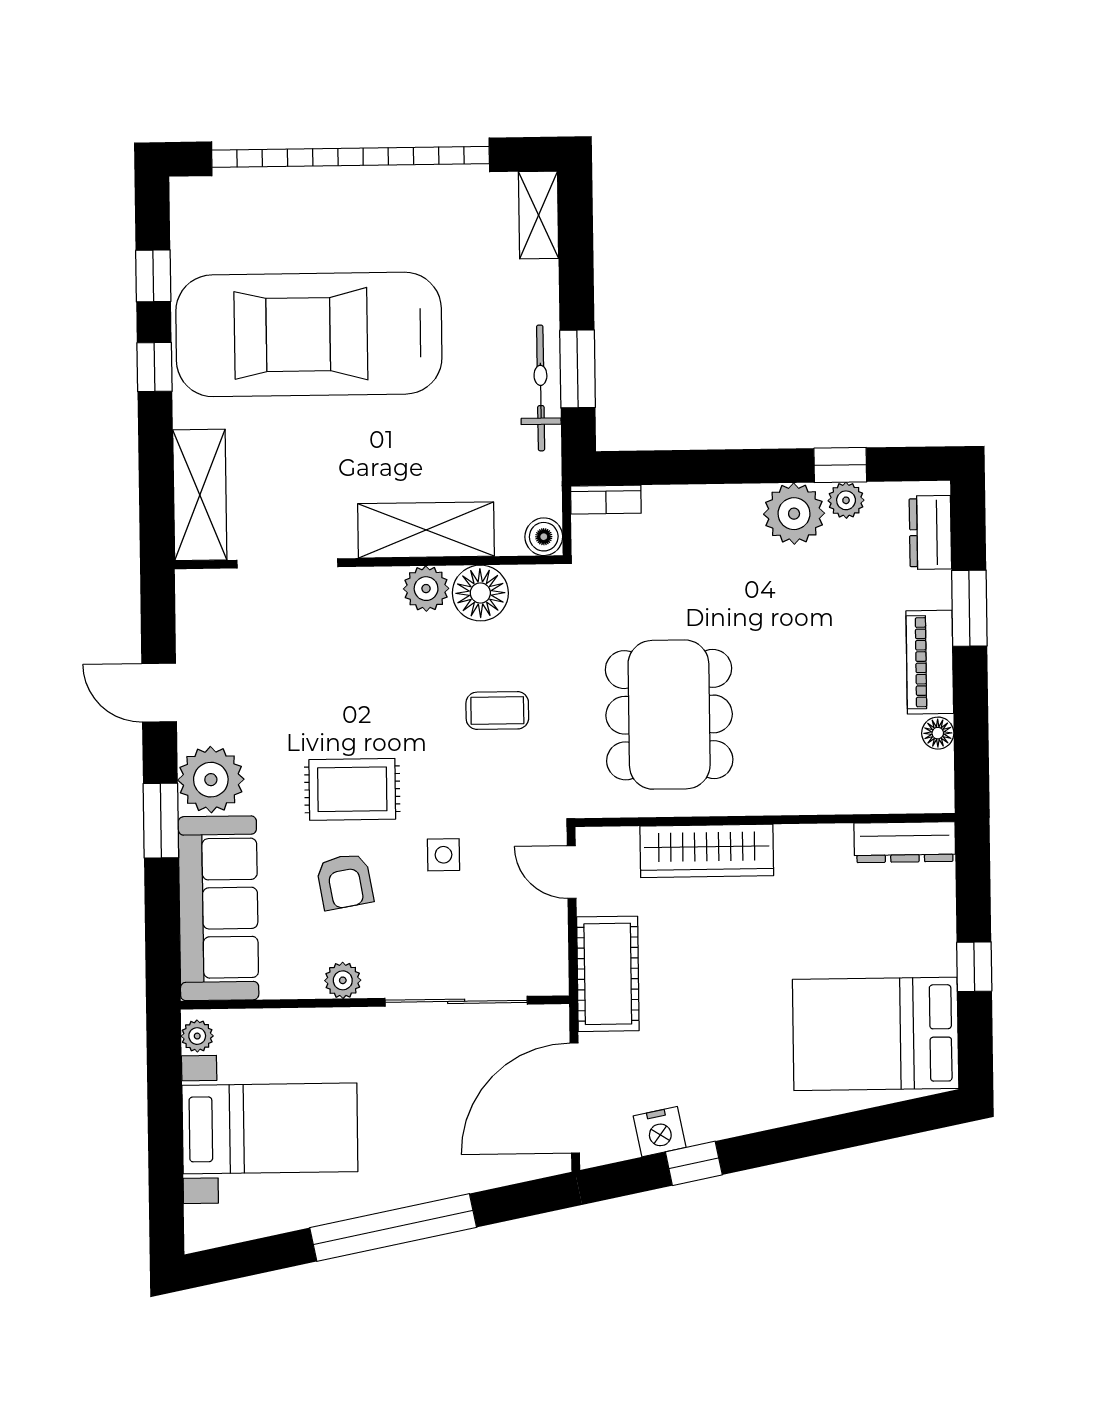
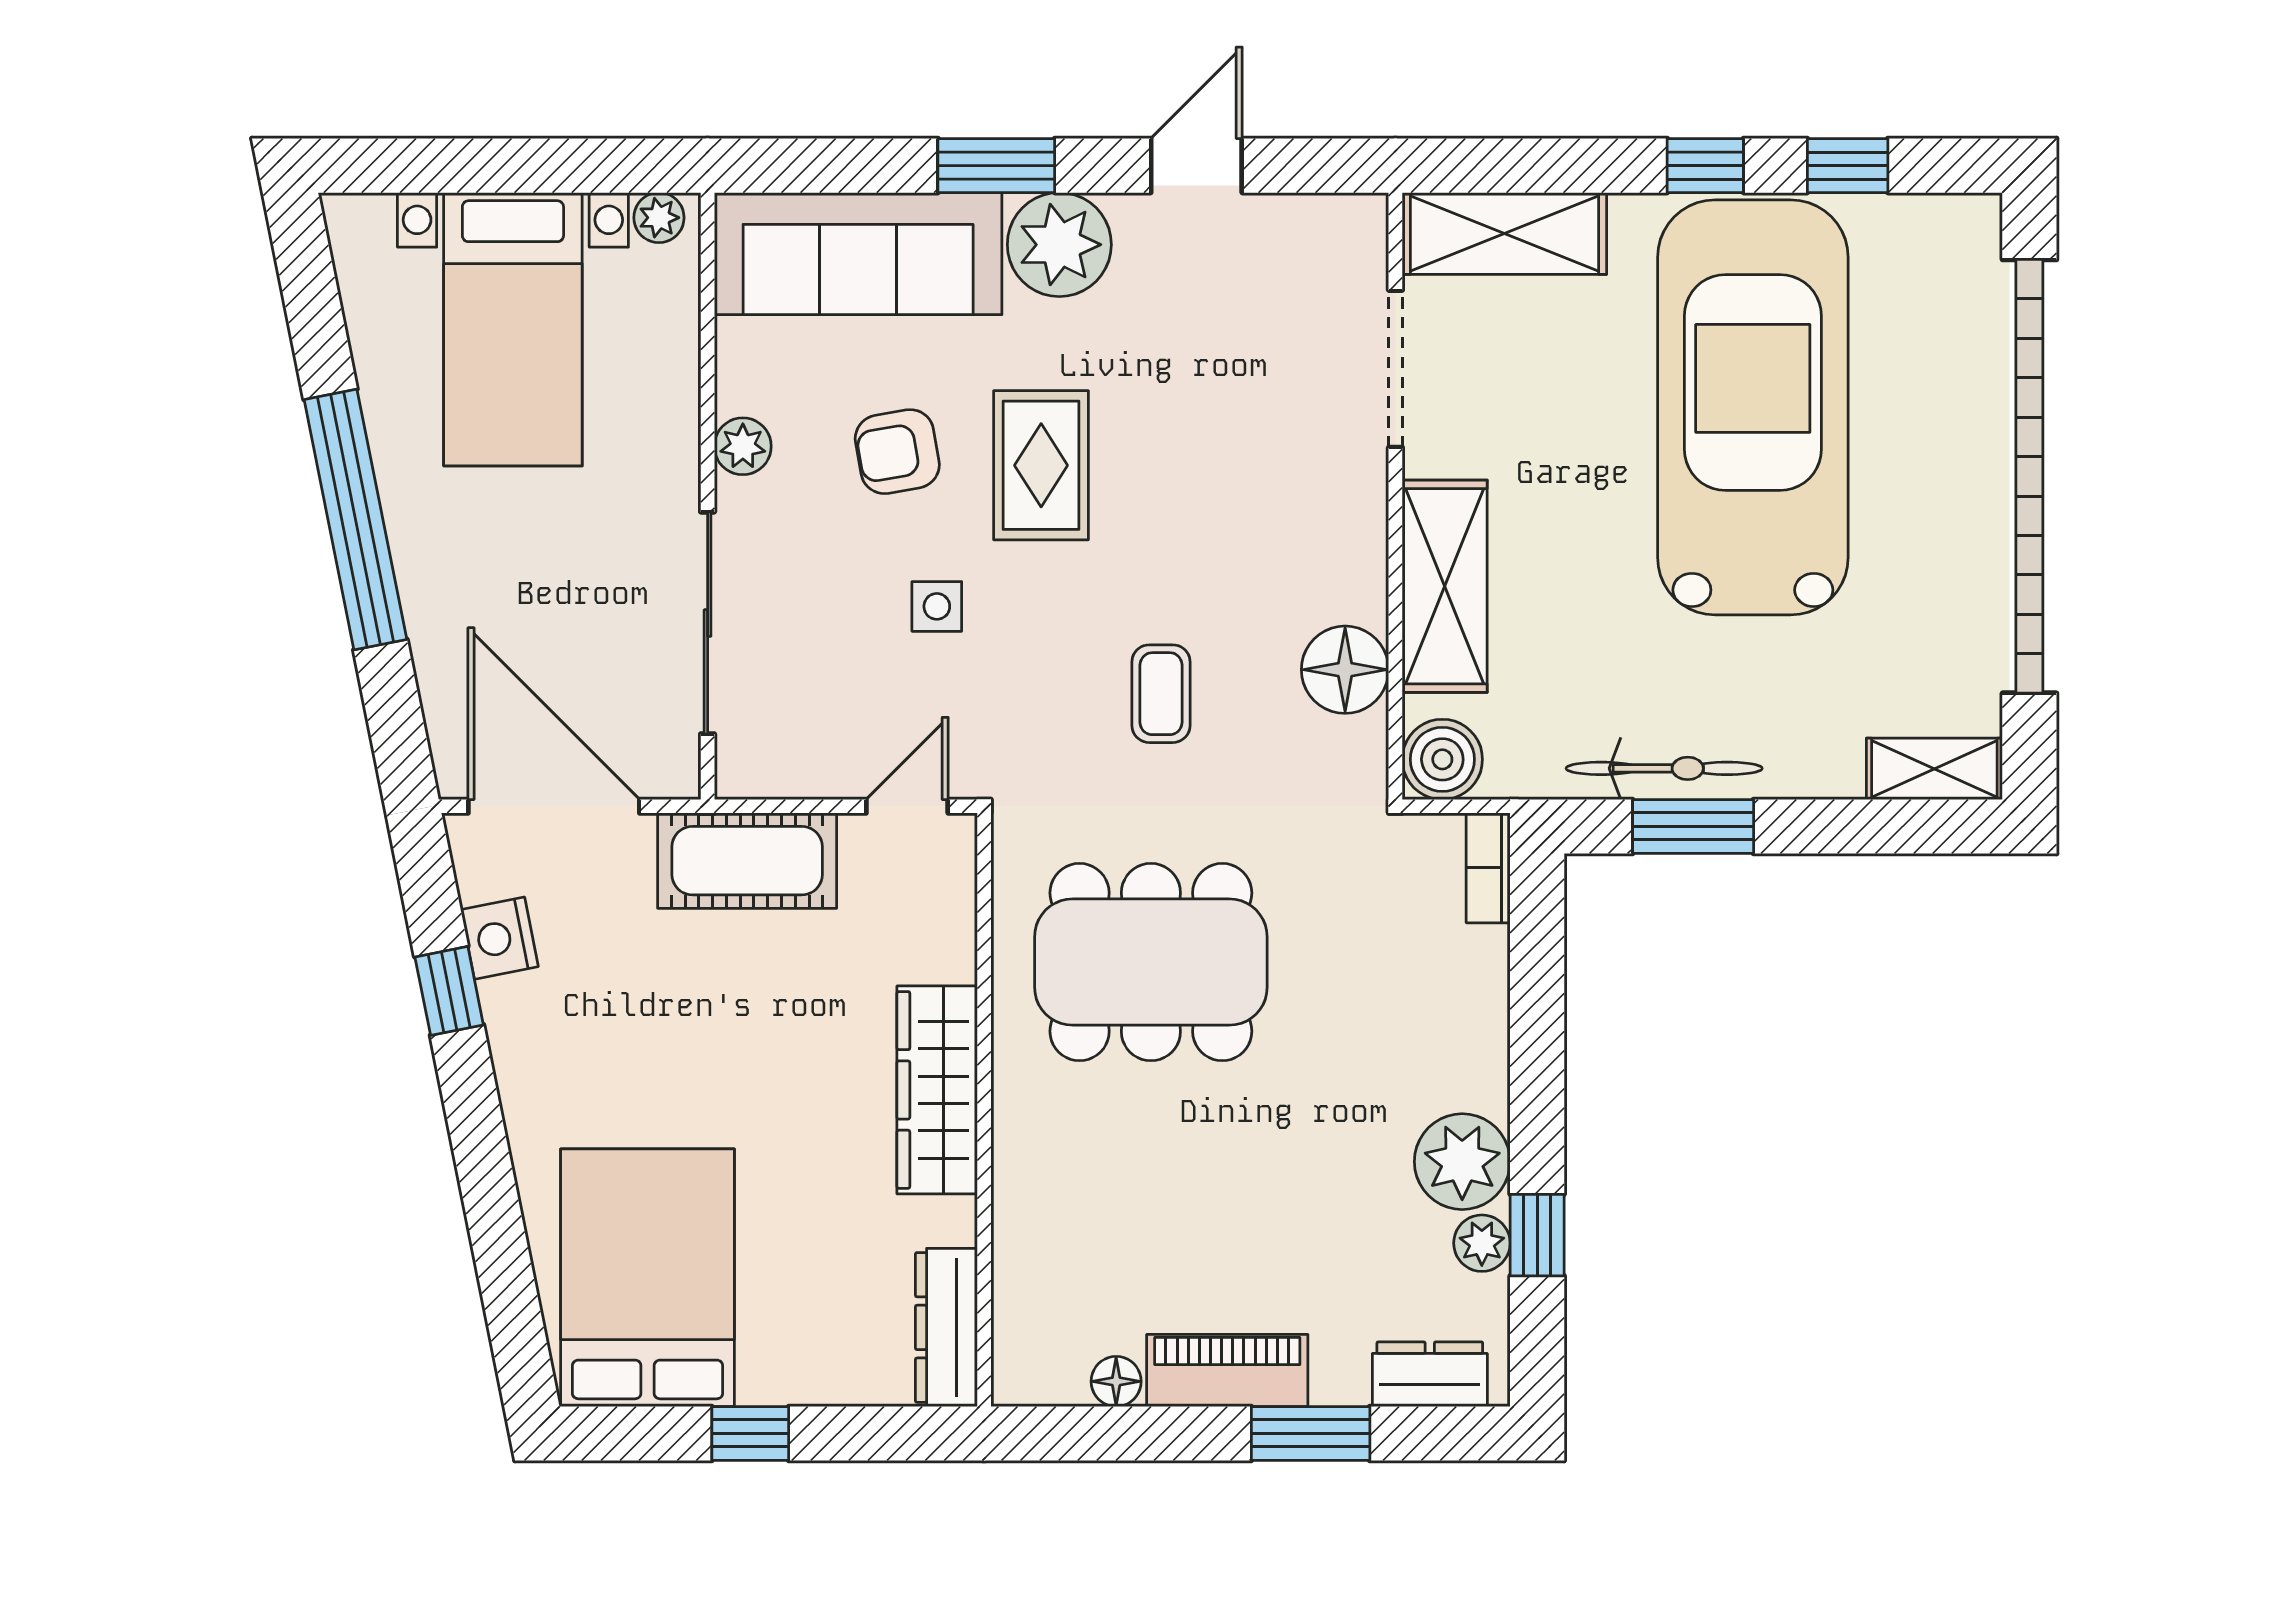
boiler: (544, 537) -> (1442, 759), width x1.36, depth x1.36
plant: (426, 589) -> (1353, 585), removed
wardrobe: (707, 851) -> (937, 1090), moved

